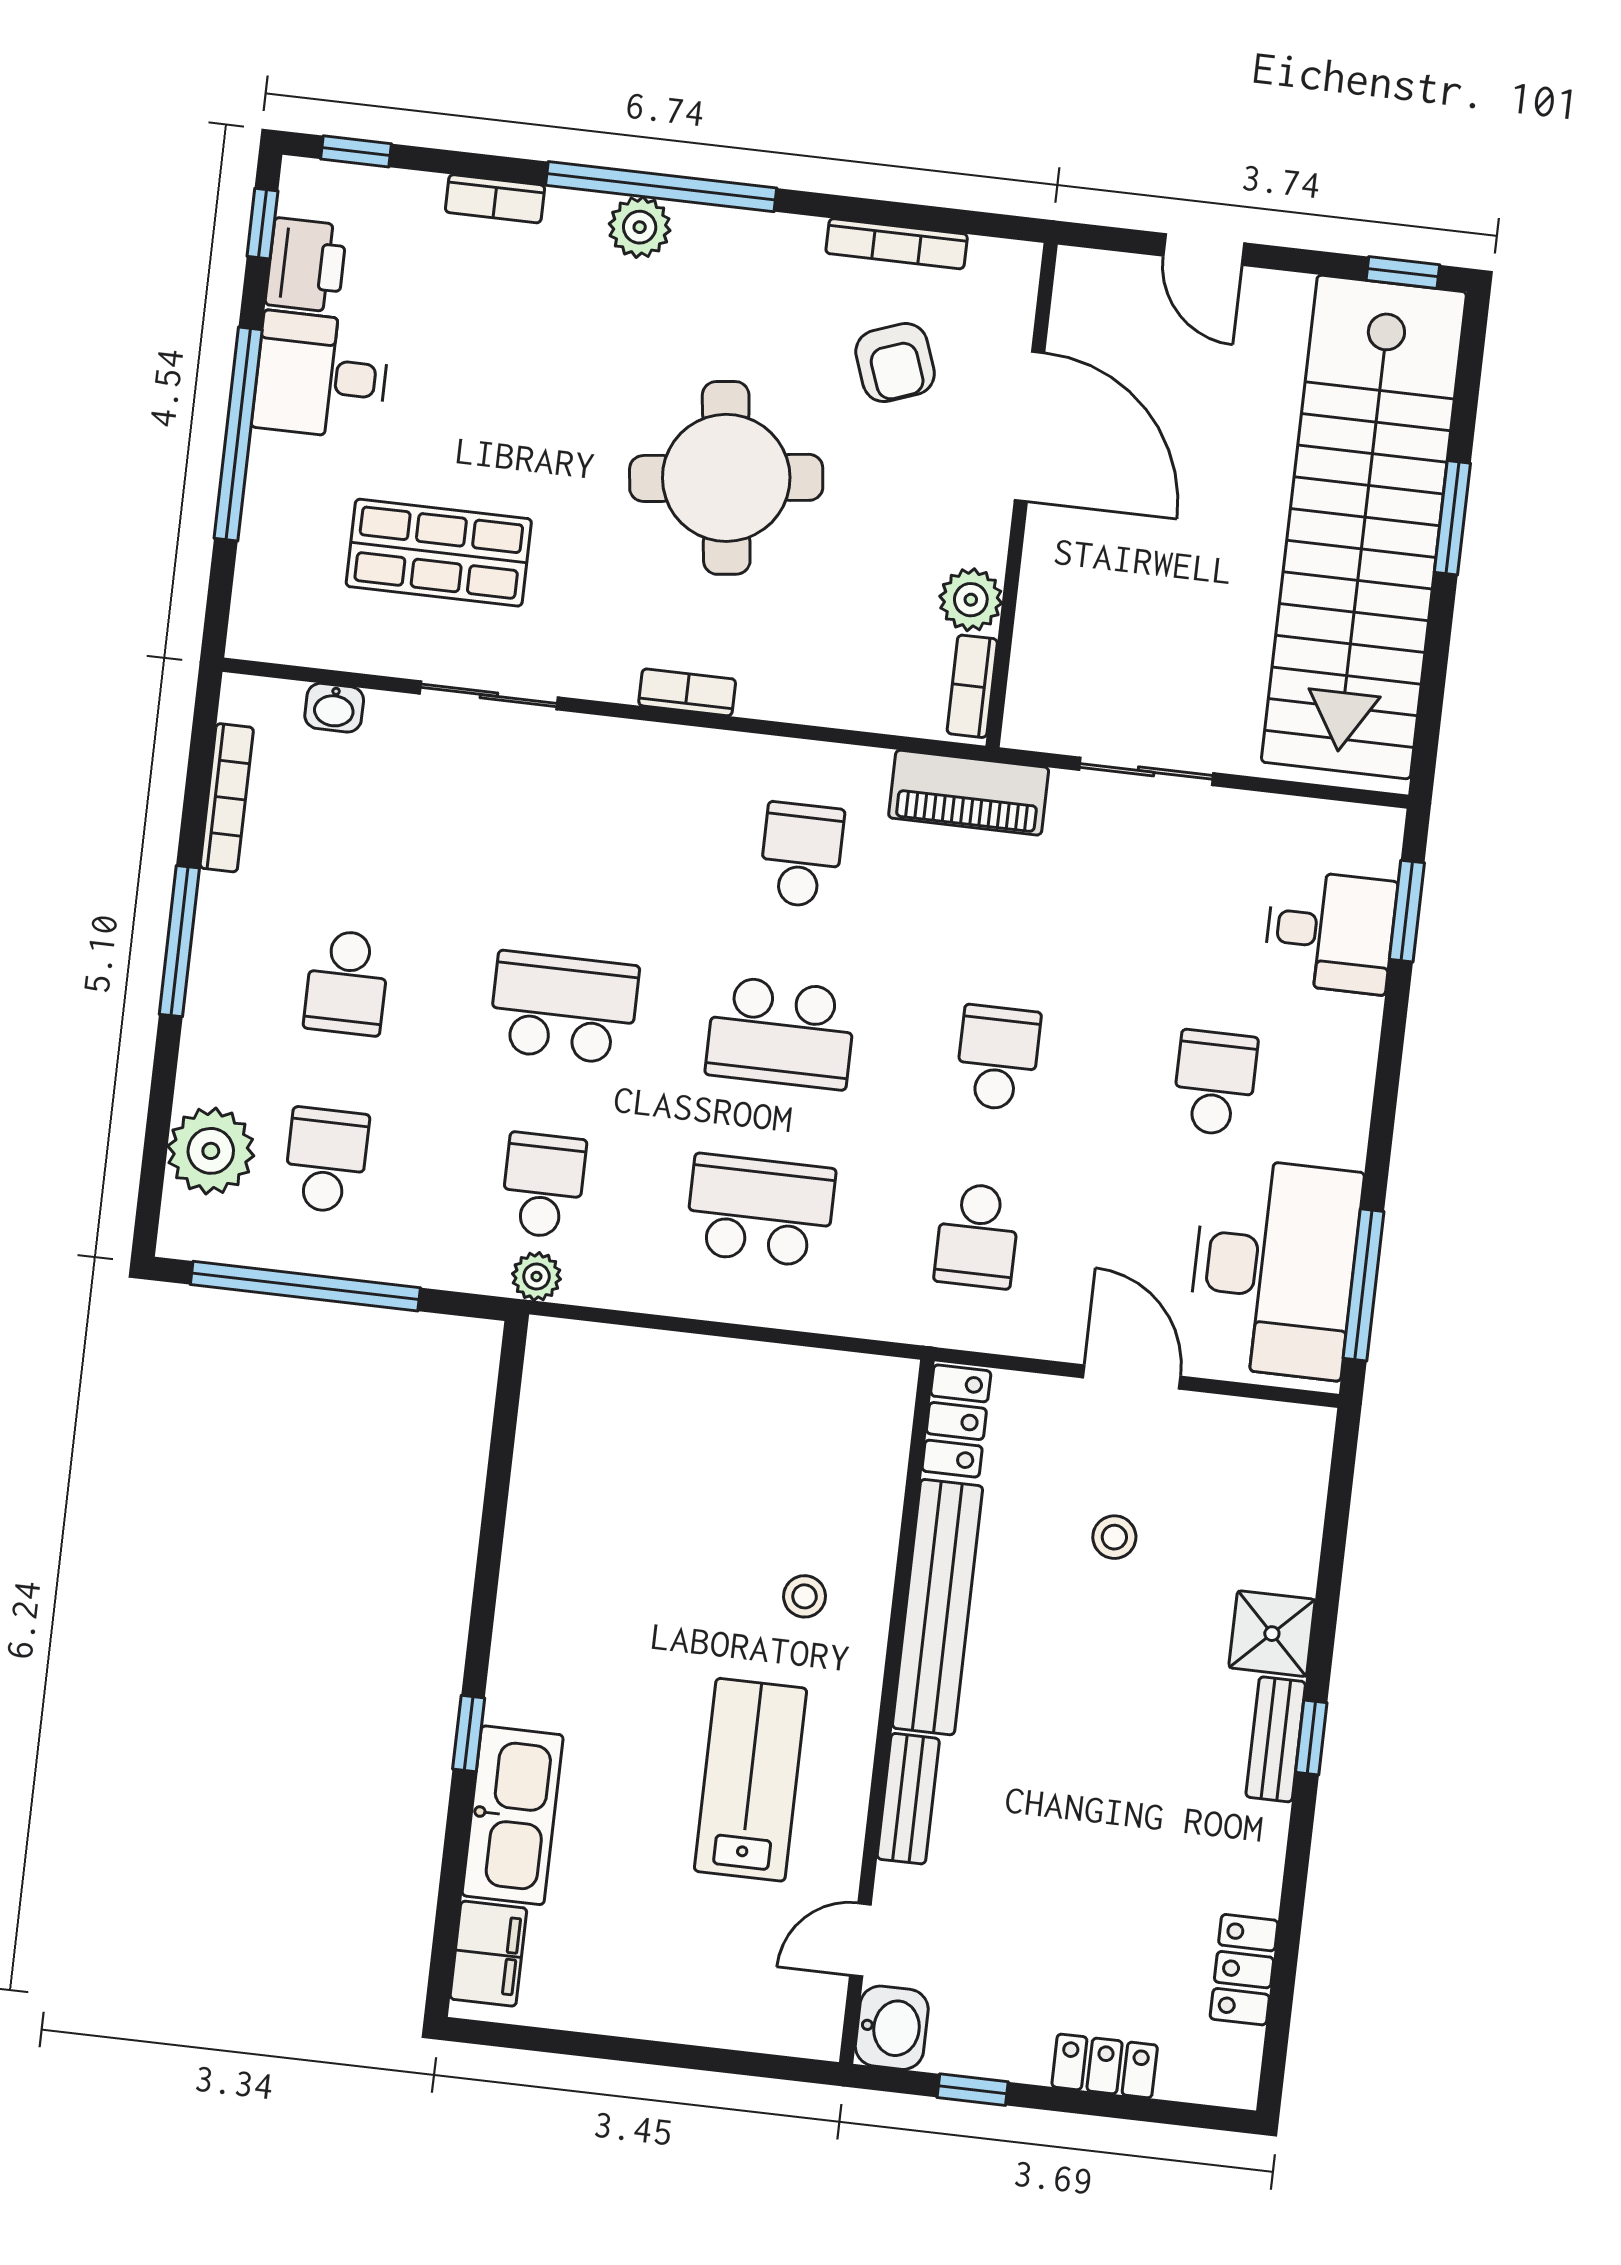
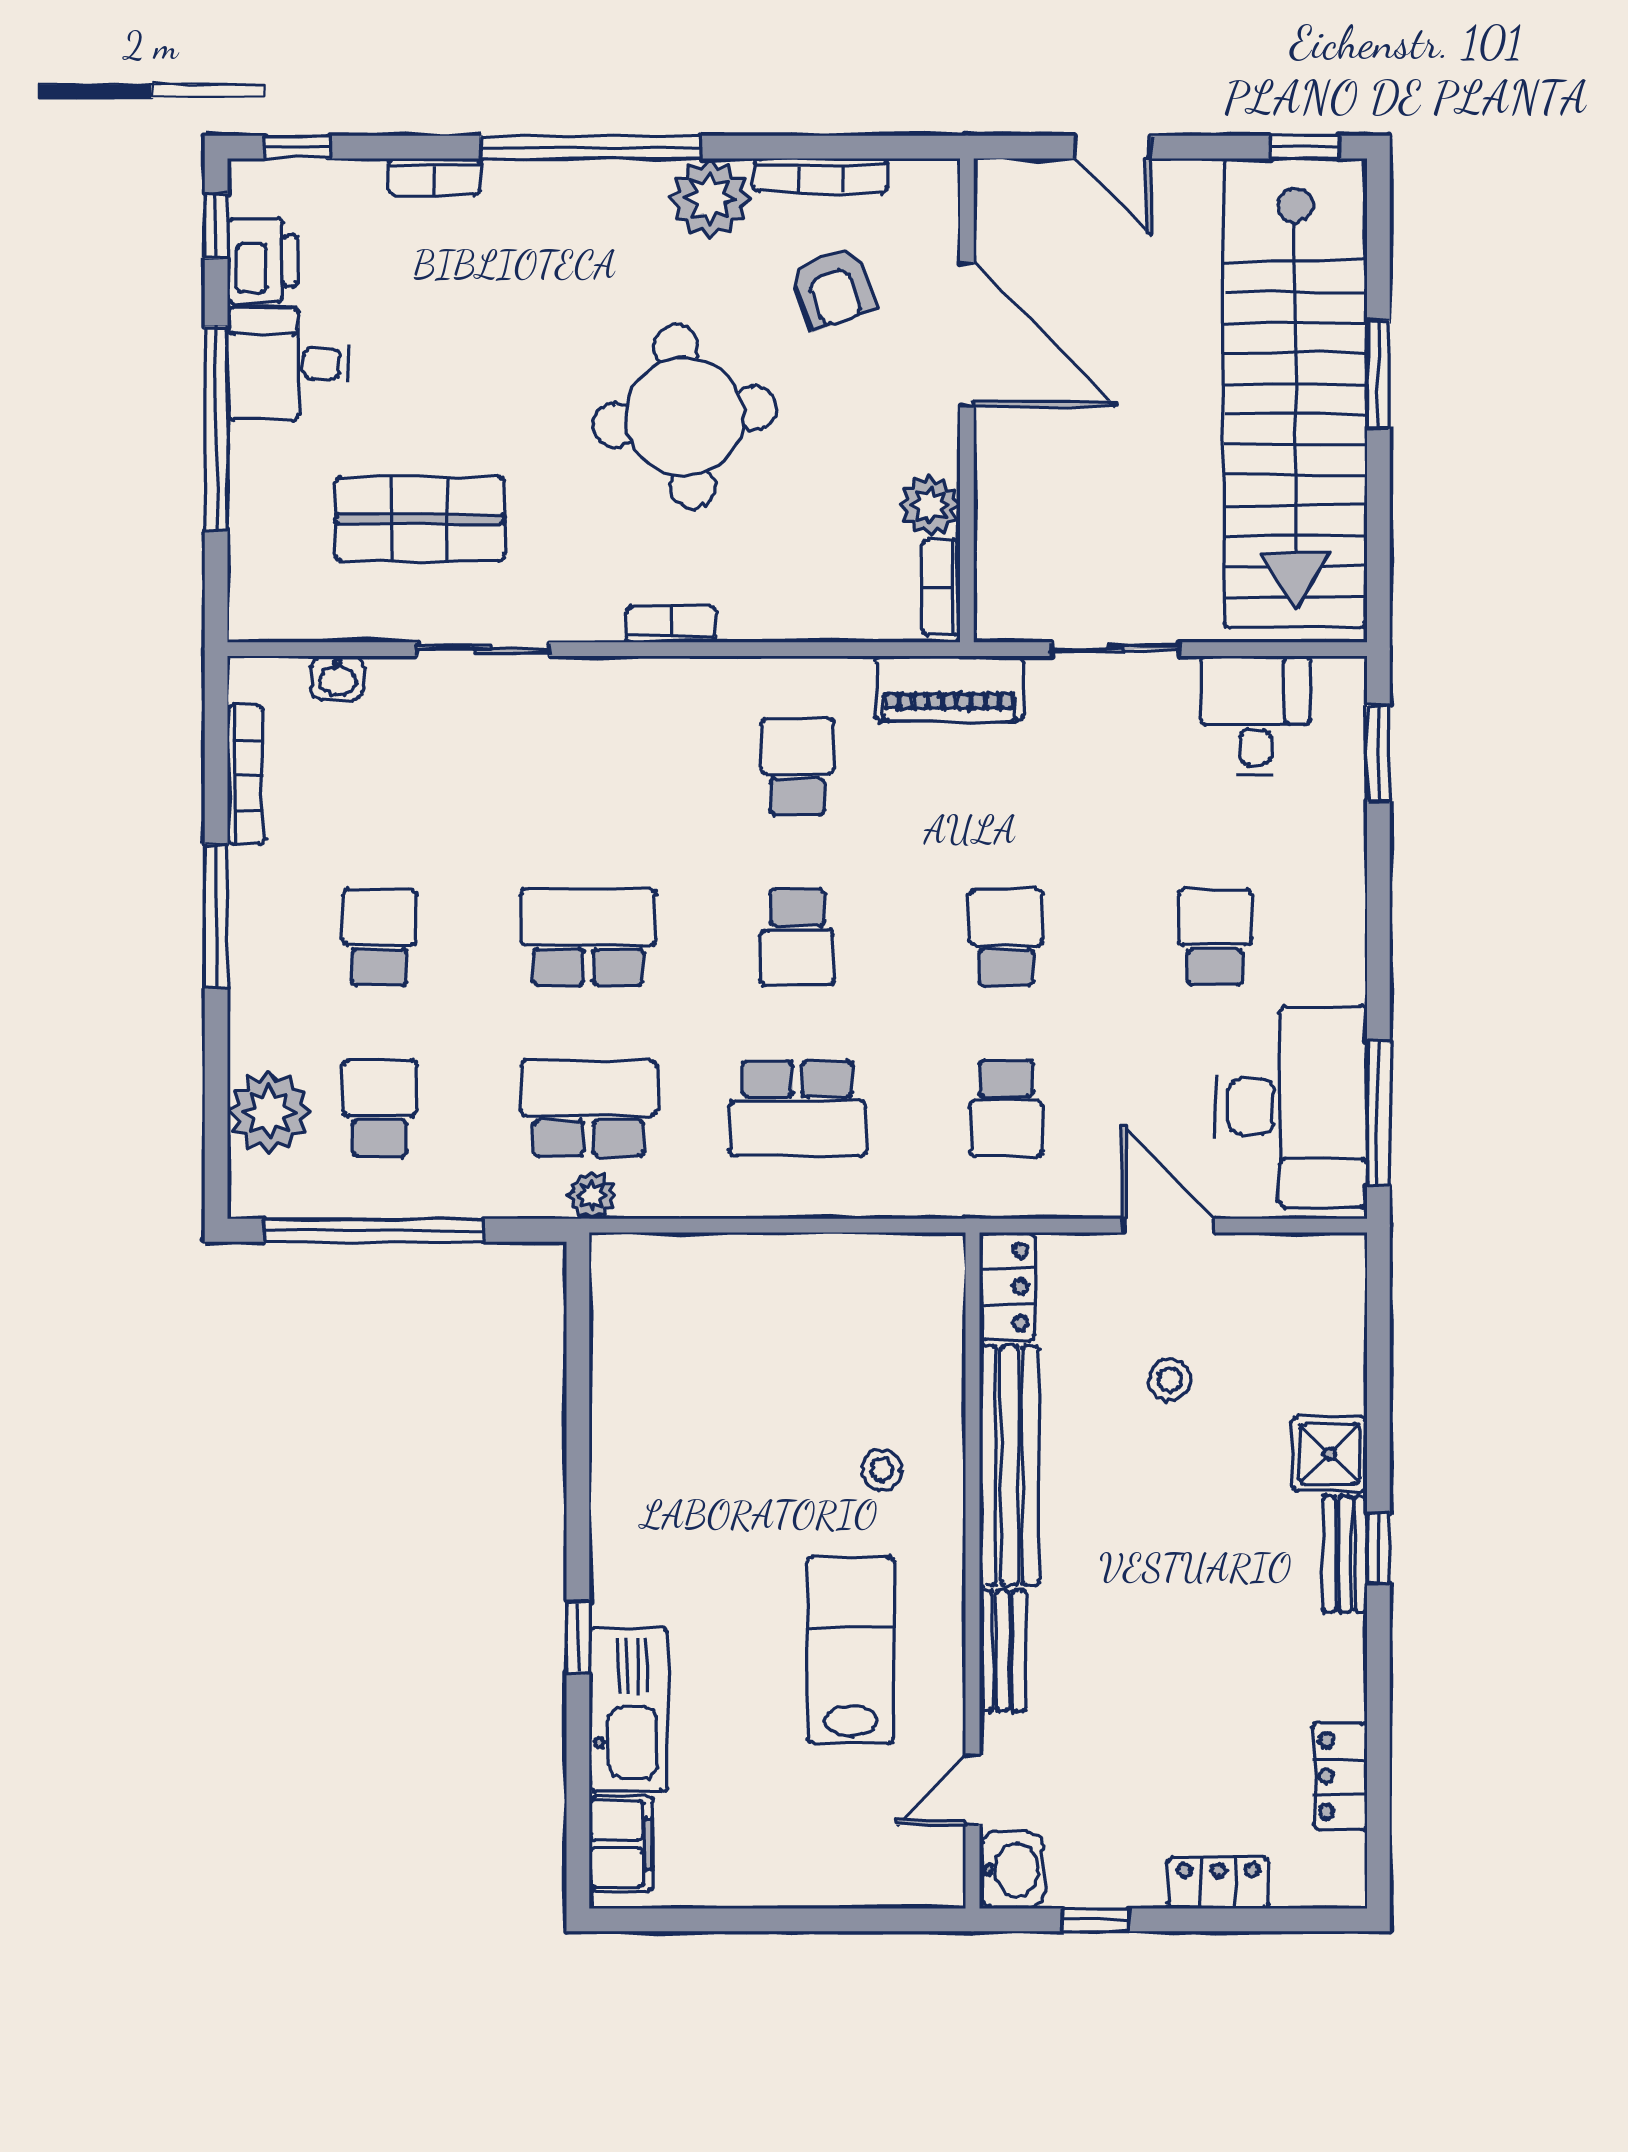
plant: (640, 227) -> (710, 199), moved, width x1.36, depth x1.36
desk: (1330, 932) -> (1255, 715), moved, turned -90
school desk: (347, 983) -> (380, 937), turned 180
school desk: (781, 1033) -> (797, 937), width x0.54
school desk: (543, 1185) -> (588, 1108), width x1.85
school desk: (760, 1211) -> (797, 1108), turned 180

